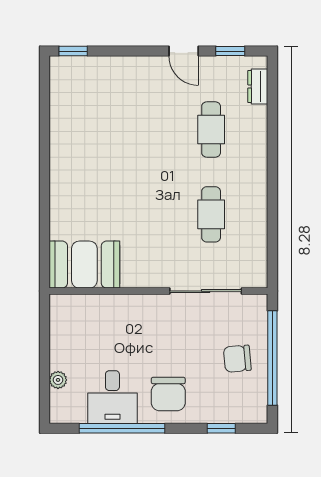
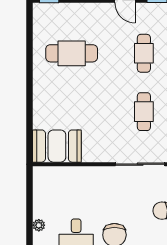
cafe table: (106, 129) -> (72, 53), added

